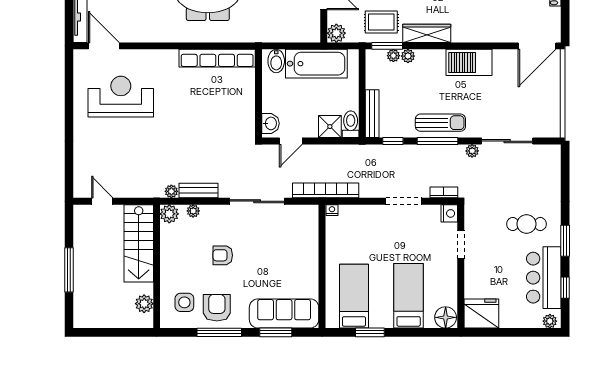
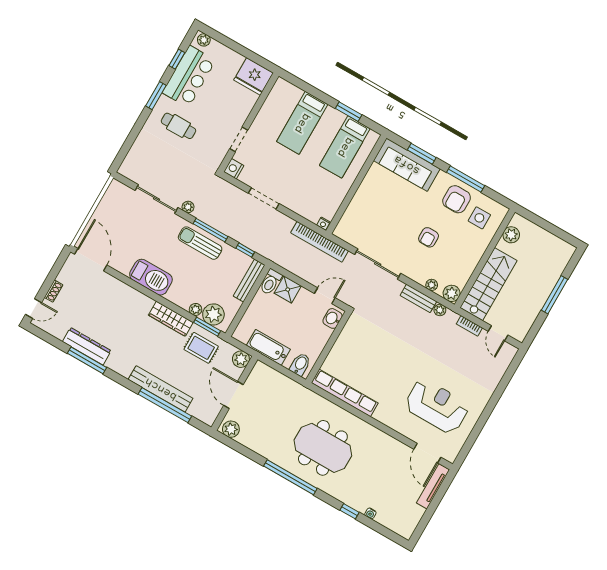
door: (537, 46) -> (91, 260), hinge flipped
plant: (393, 56) -> (213, 314), width x1.88, depth x1.88
bathtub: (316, 64) -> (268, 347), width x0.73, depth x0.73
reception desk: (121, 97) -> (437, 406), turned 180
bookcase: (444, 192) -> (469, 326), moved
armchair: (223, 255) -> (429, 237), turned 90
floor lamp: (446, 317) -> (283, 89), removed

